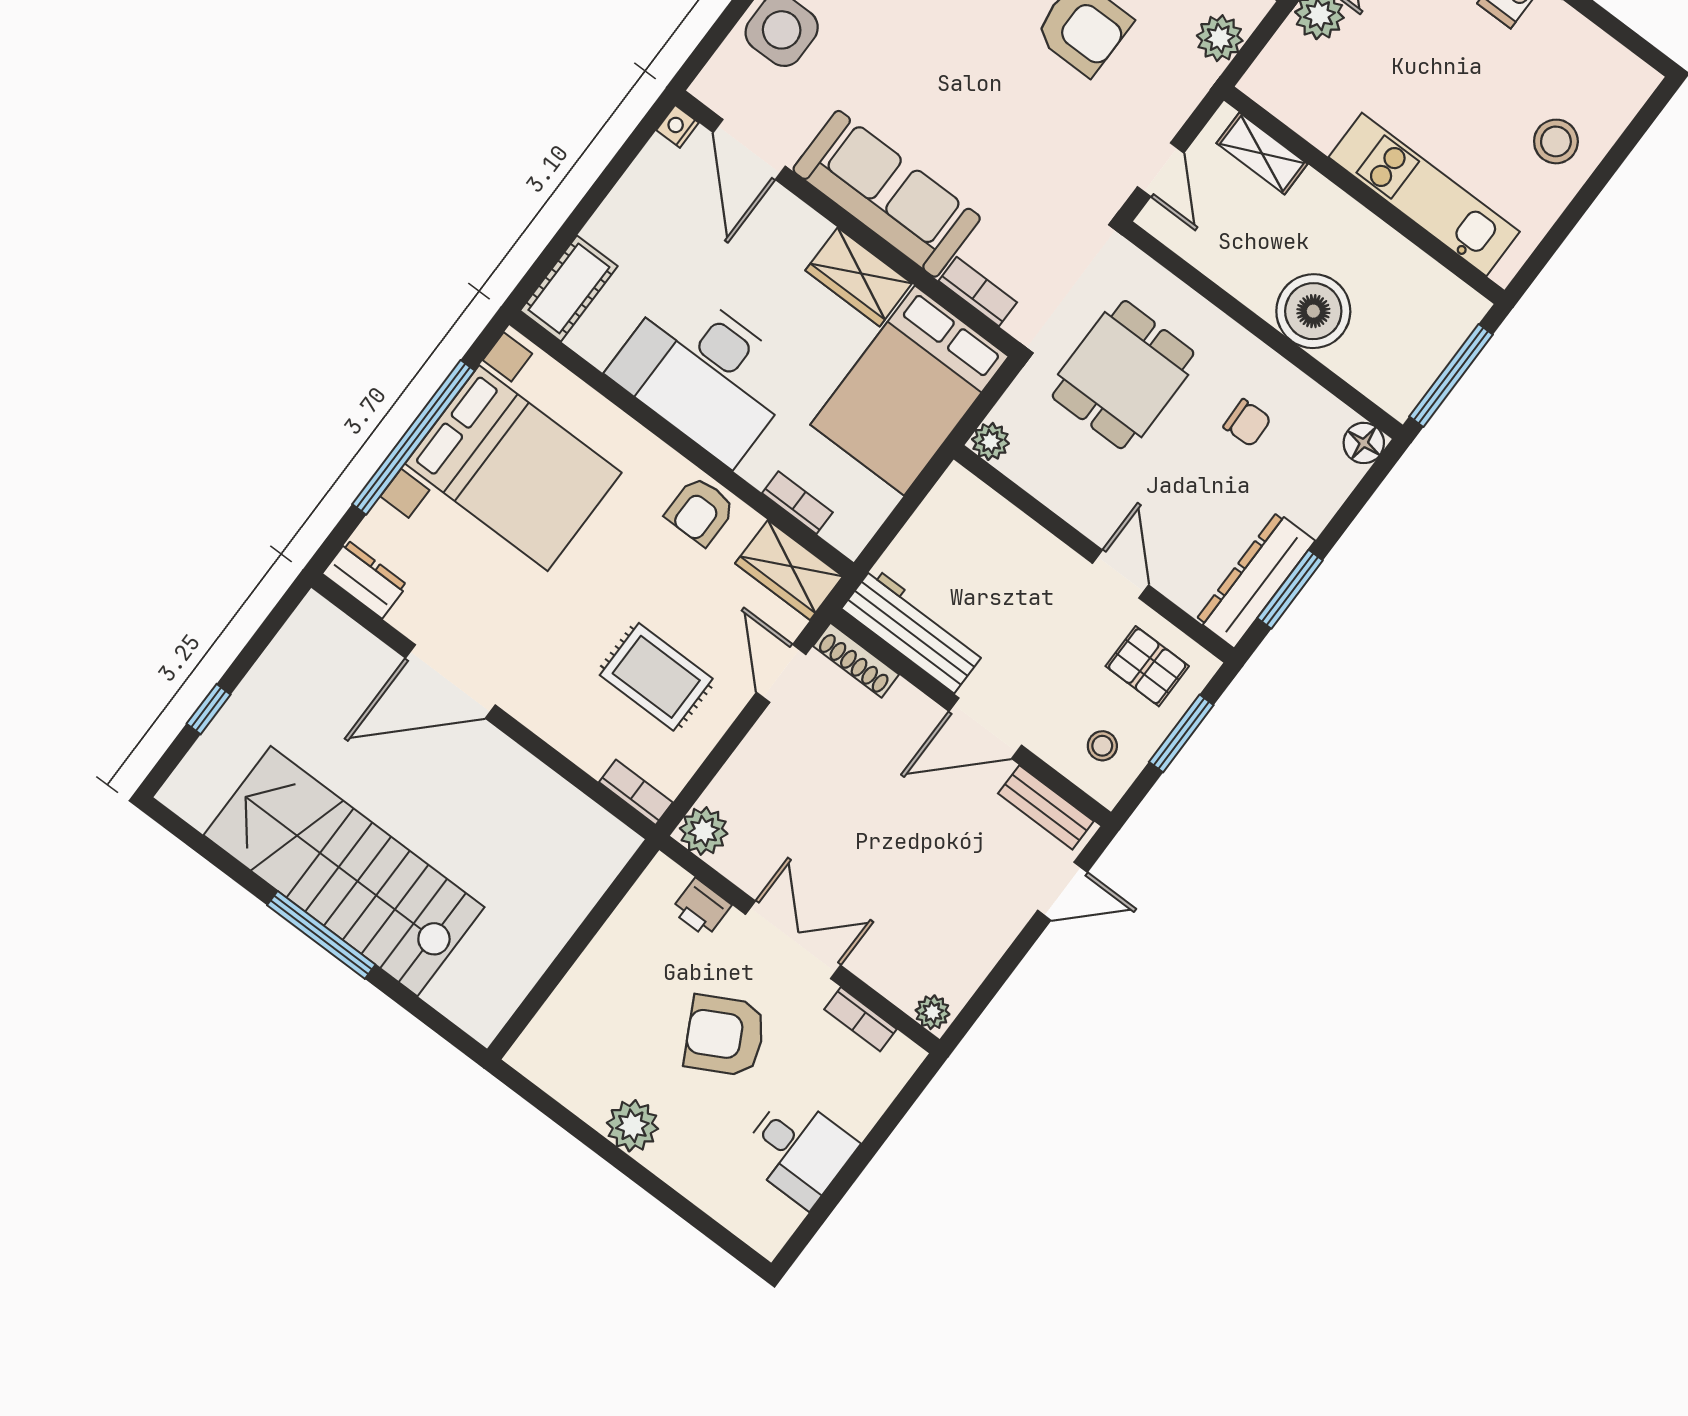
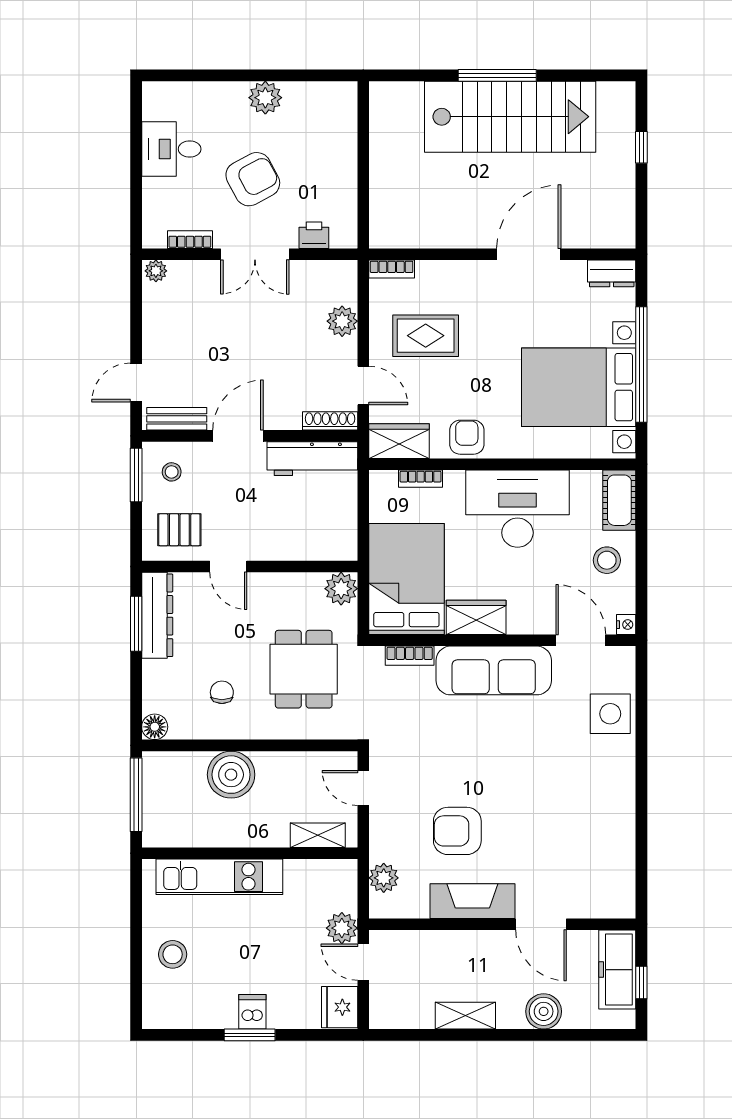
stool: (641, 225) -> (607, 560), added
chair: (1247, 423) -> (222, 692), turned 92
plant: (991, 441) -> (341, 589), width x1.38, depth x1.38
window: (1181, 733) -> (136, 475), moved
plant: (704, 831) -> (342, 321), moved

